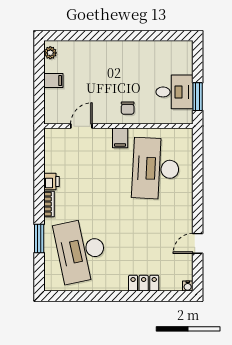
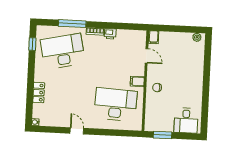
filing cabinet: (53, 81) -> (154, 37), moved
desk: (174, 92) -> (186, 121), moved
window: (39, 239) -> (72, 24), width x1.44
door: (198, 243) -> (77, 131), moved
window: (72, 296) -> (32, 44), added

